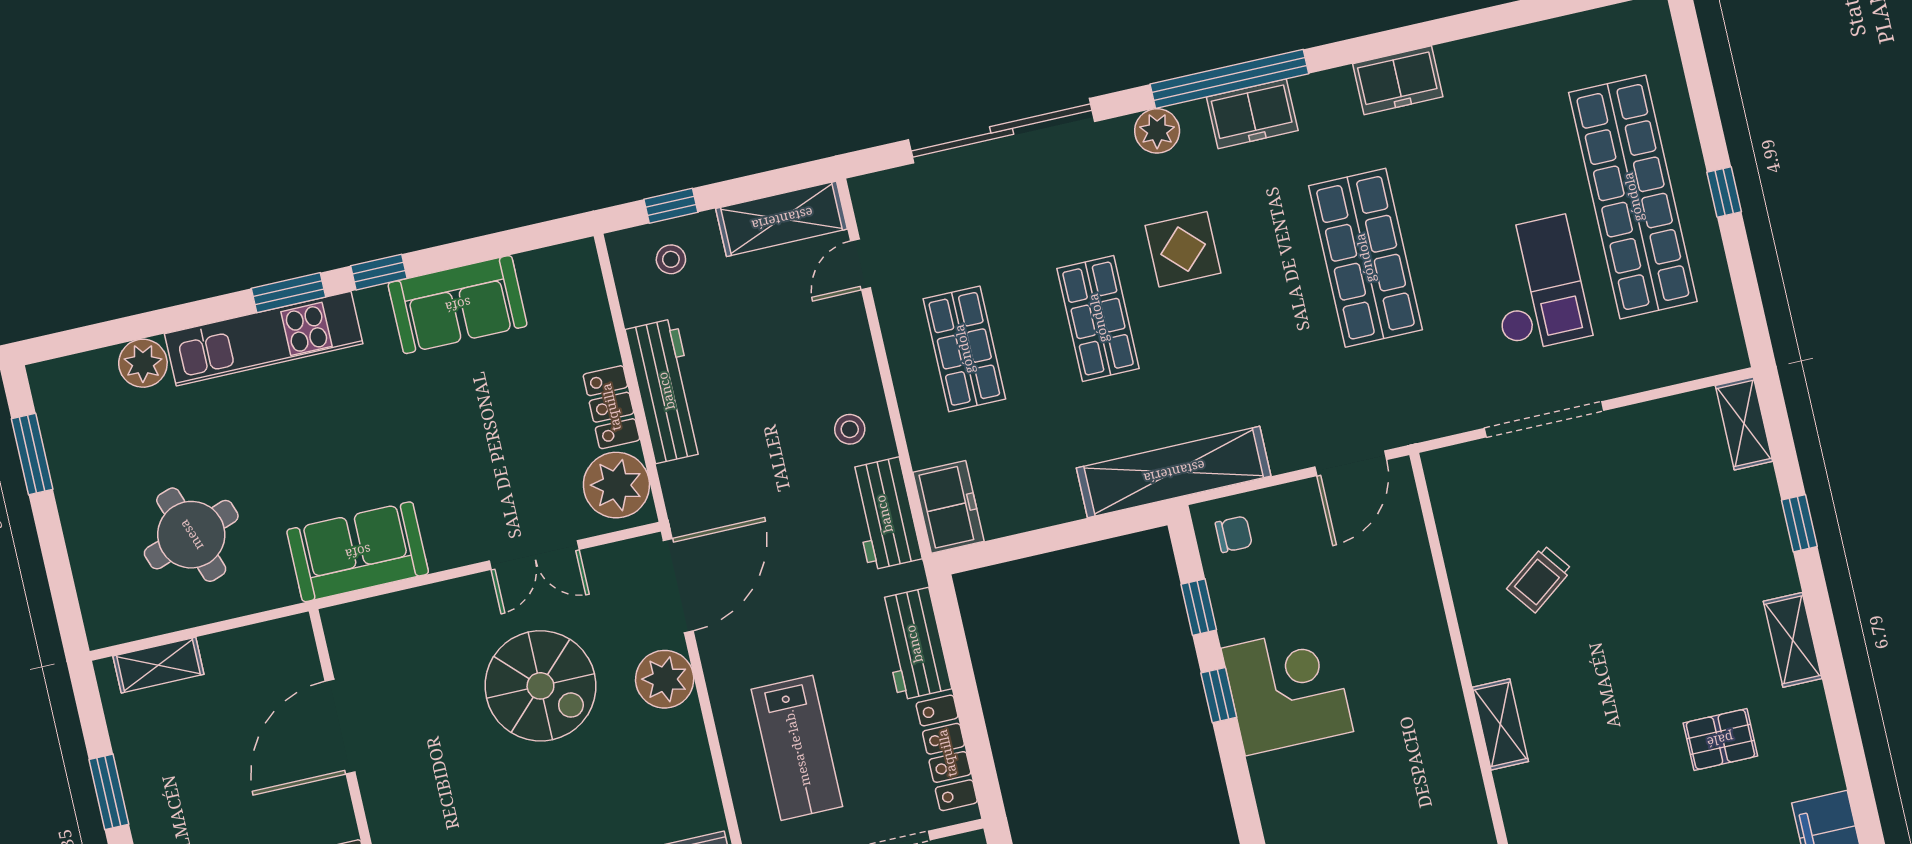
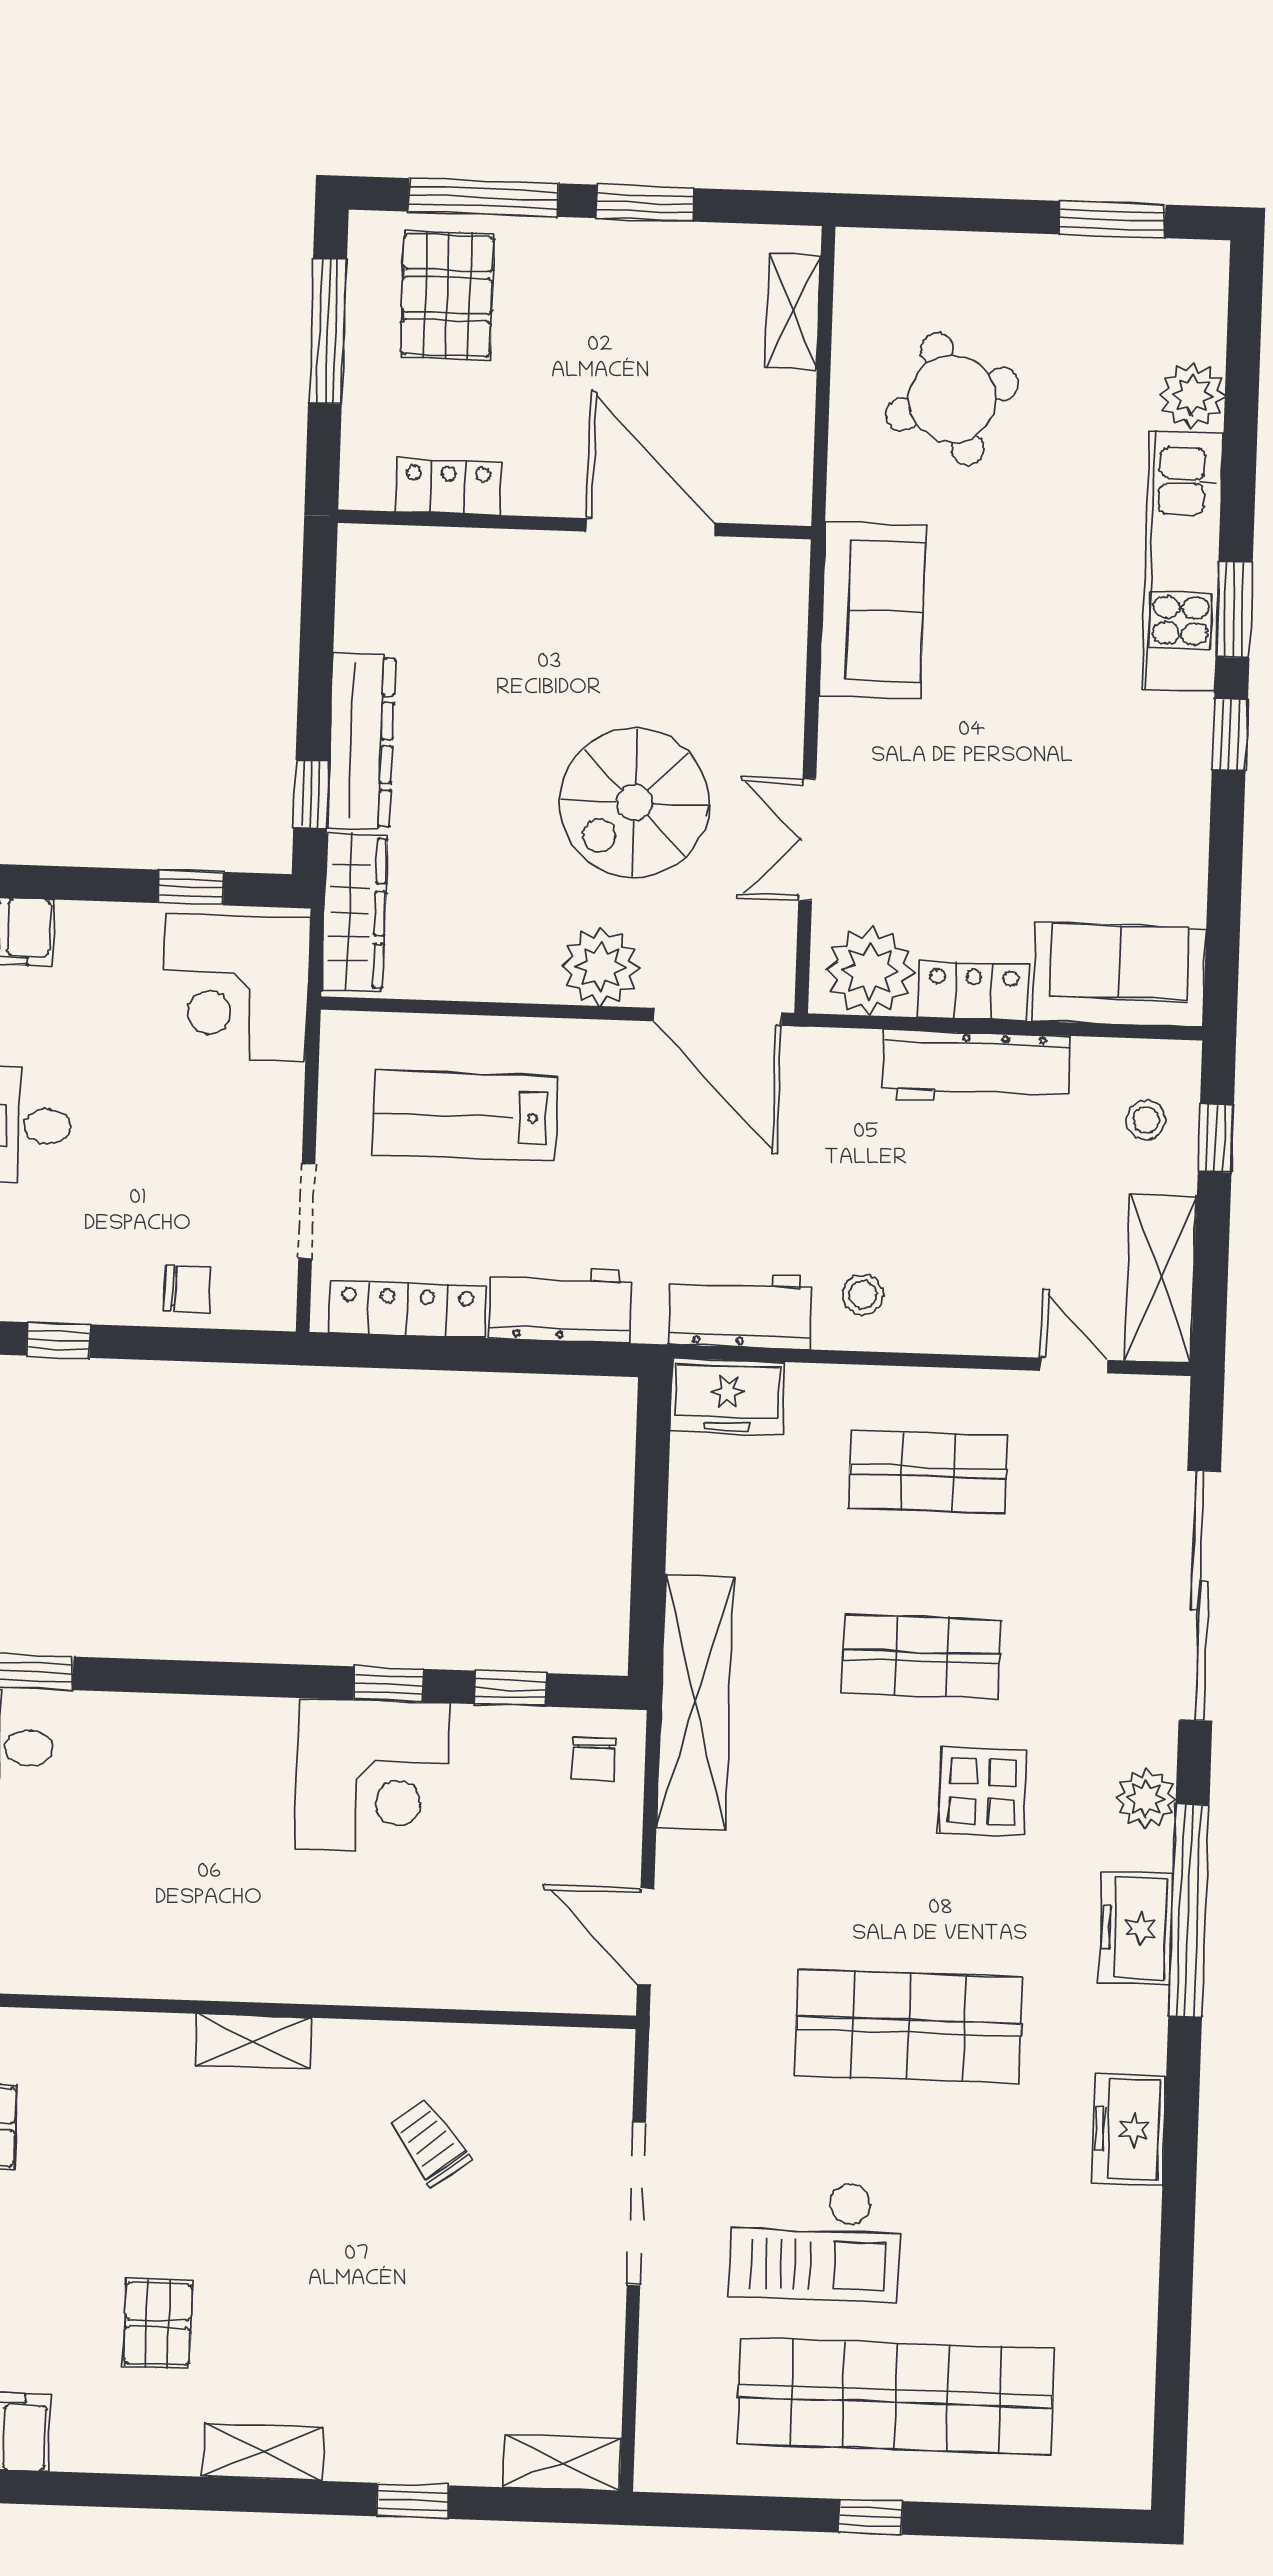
sofa: (458, 305) -> (1119, 975), moved, turned 90

